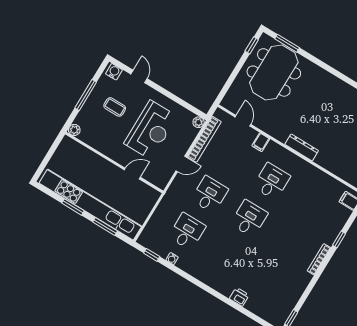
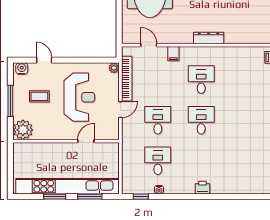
plant: (74, 130) -> (23, 130), width x1.88, depth x1.88
printer: (239, 297) -> (202, 188), moved

